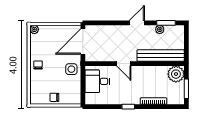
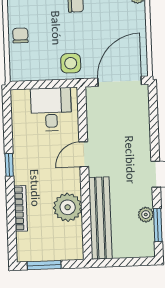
door: (83, 41) -> (120, 81), hinge flipped
plant: (176, 74) -> (68, 207), moved

